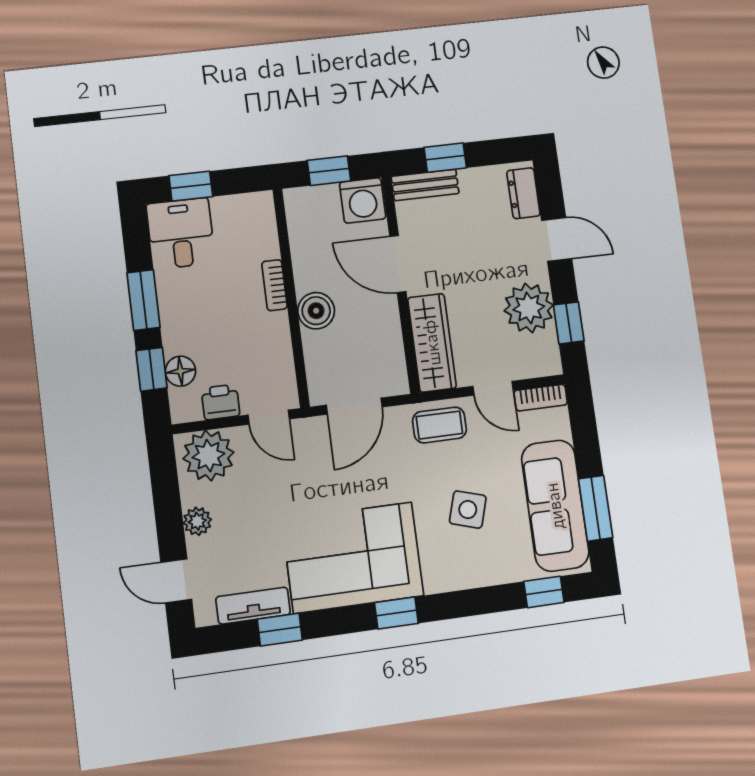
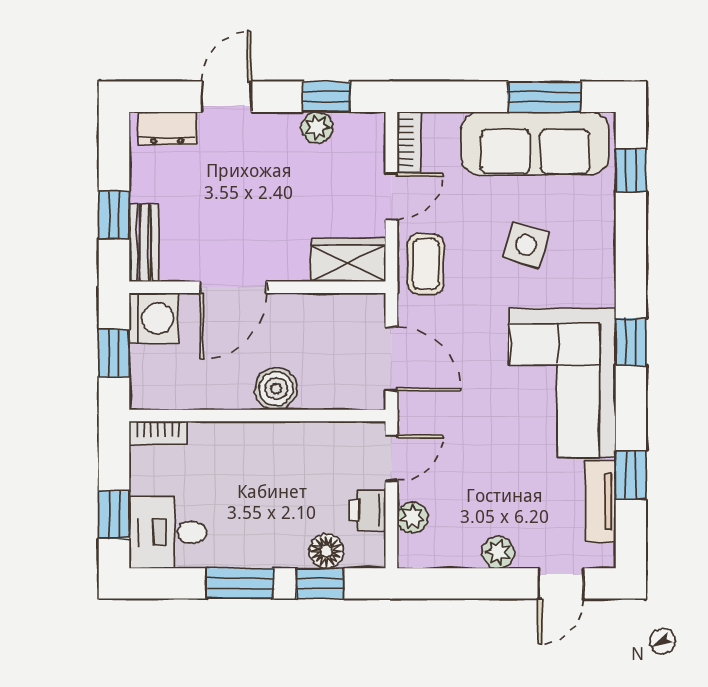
bookcase: (274, 285) -> (158, 433), moved
plant: (529, 308) -> (317, 128), width x0.53, depth x0.53
wardrobe: (432, 343) -> (348, 260), width x0.67
plant: (208, 456) -> (412, 517), width x0.53, depth x0.53

